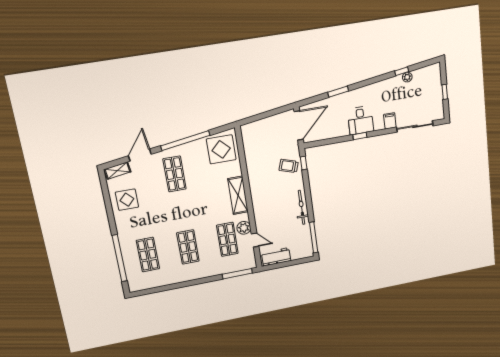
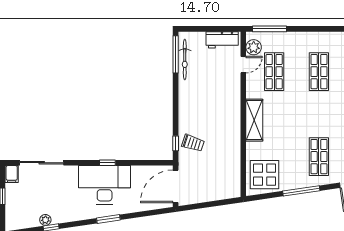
window: (338, 92) -> (108, 219), moved
desk: (361, 120) -> (105, 185), width x1.87, depth x1.30
filing cabinet: (390, 121) -> (12, 174), moved
window: (185, 140) -> (301, 191), width x0.68
bicycle: (302, 207) -> (185, 59), moved
plant: (244, 228) -> (254, 47), moved
door: (255, 240) -> (243, 65), swing flipped

